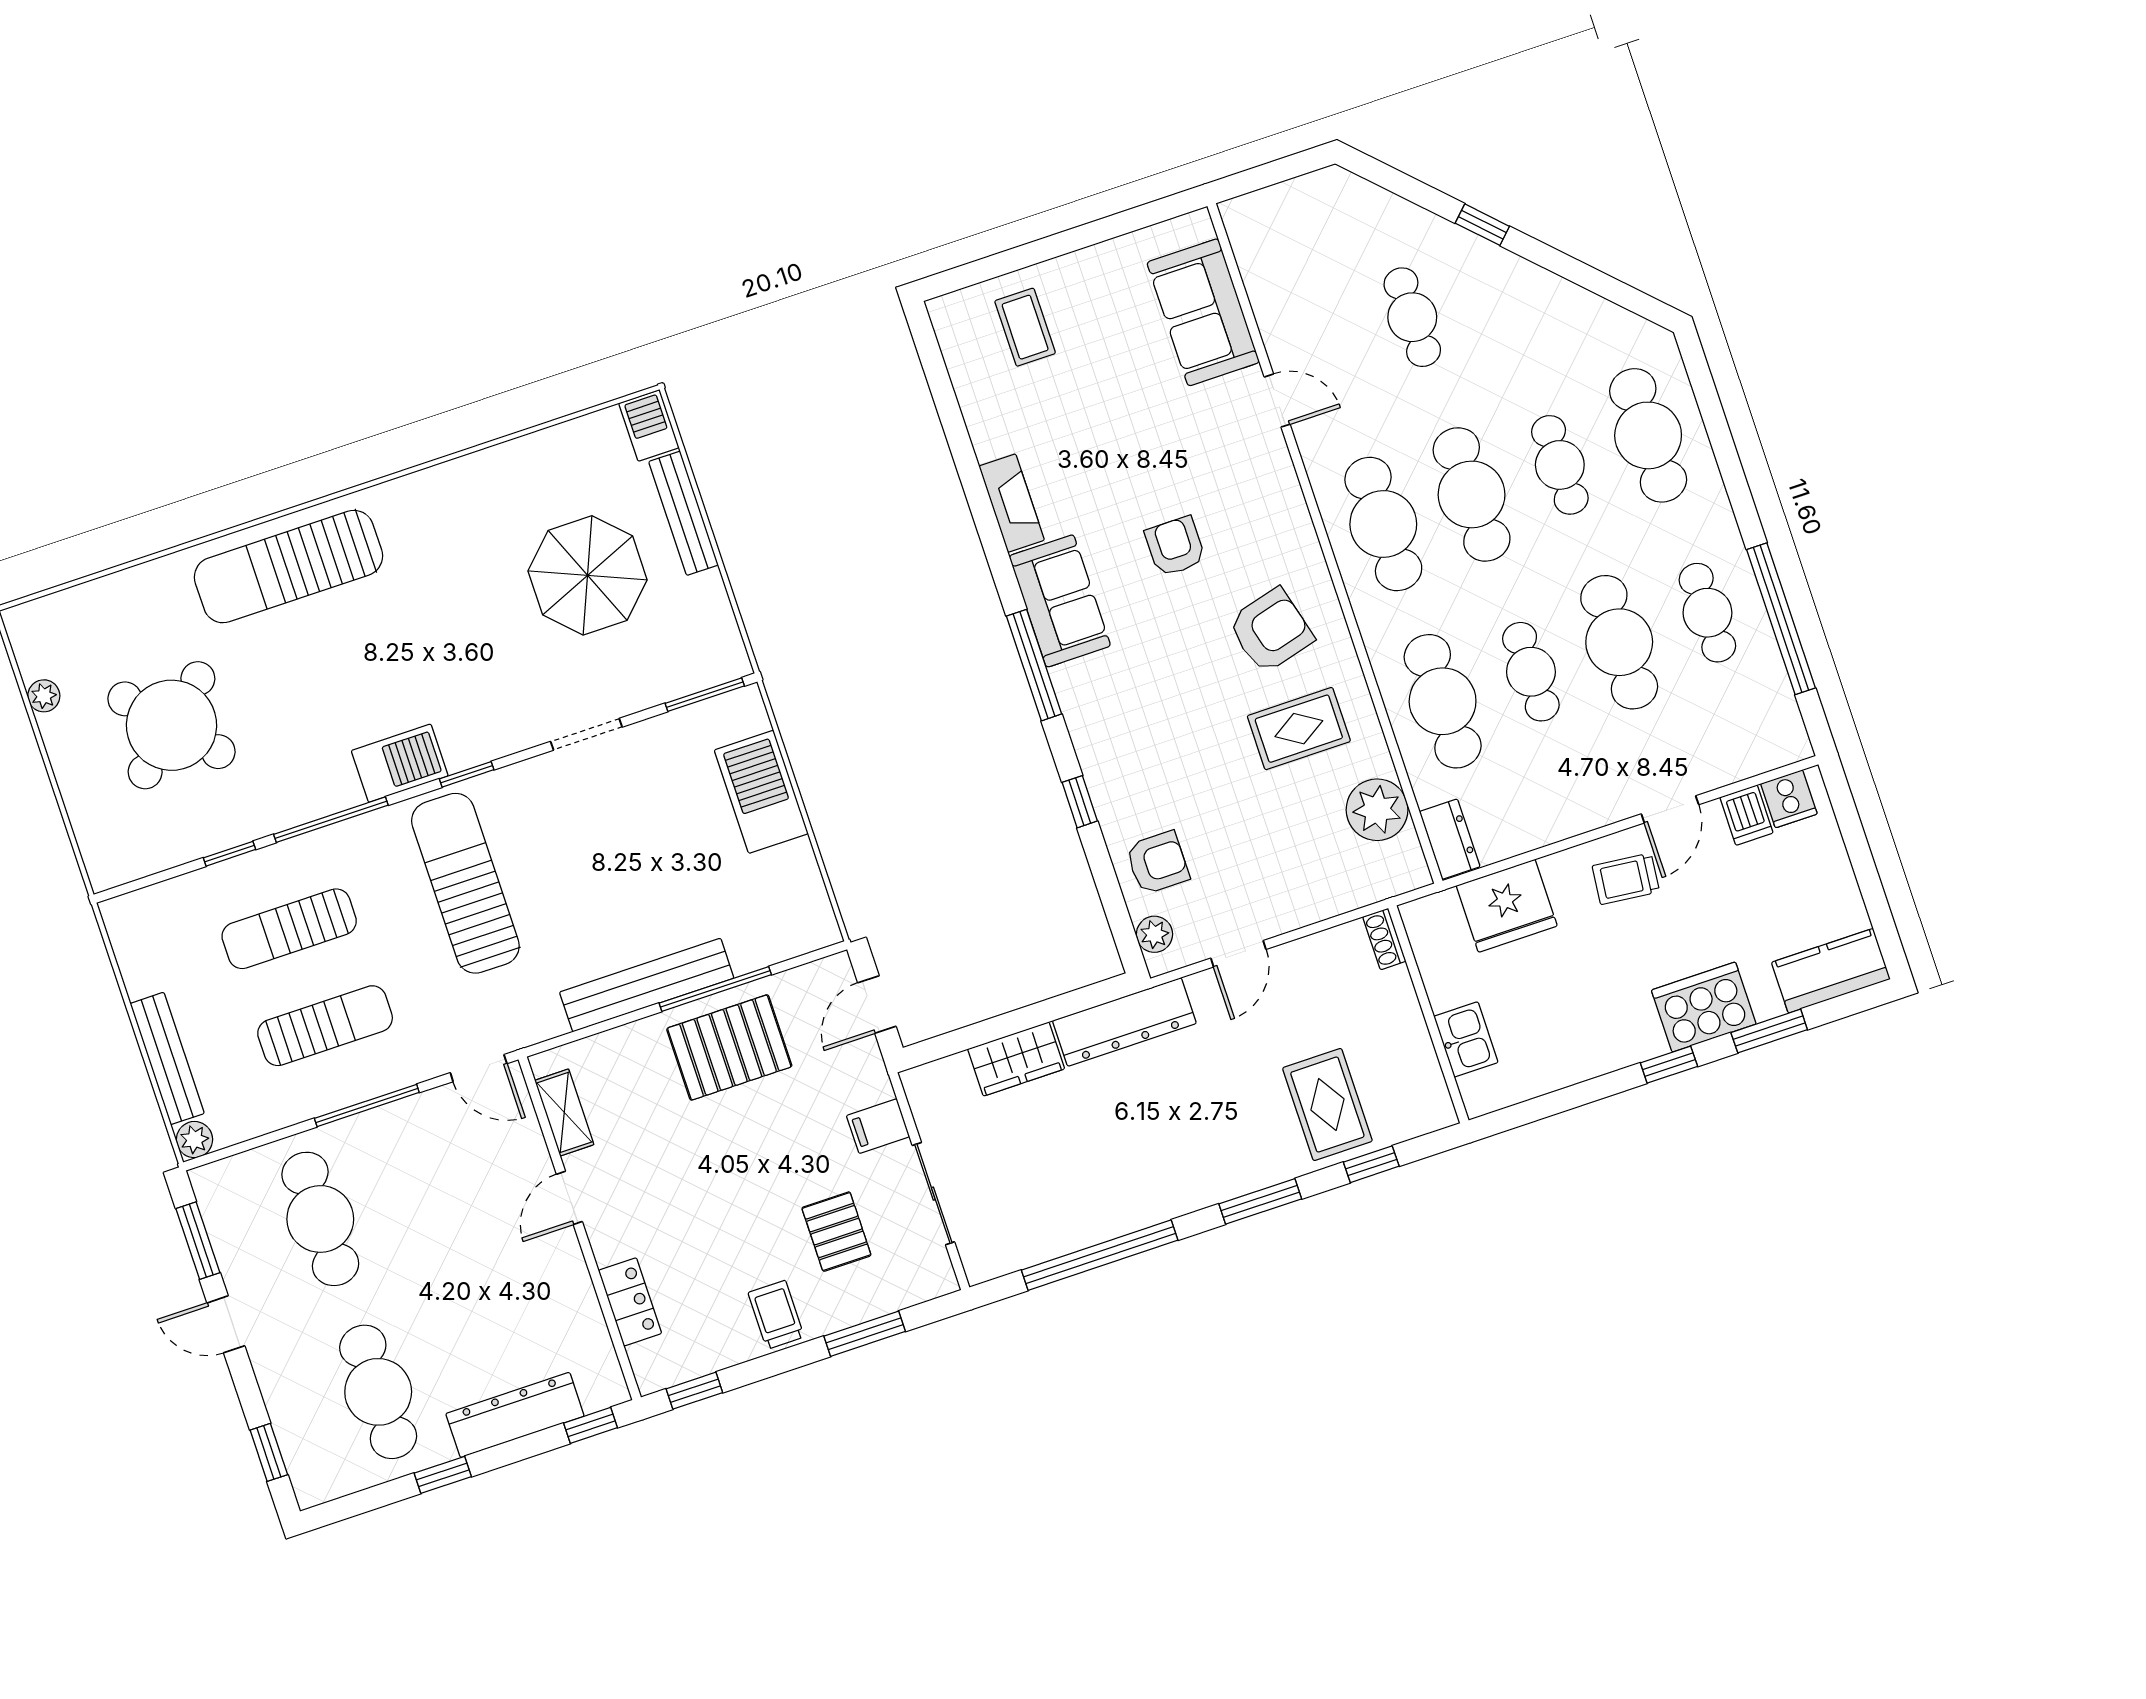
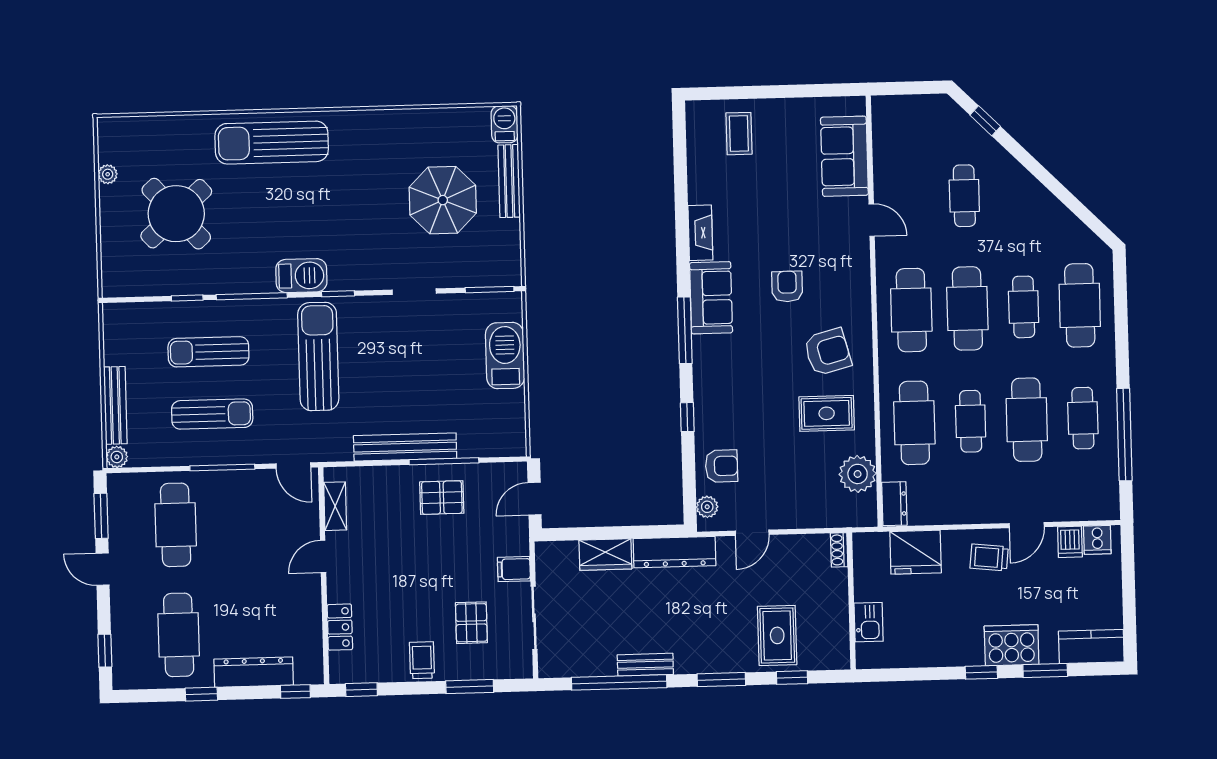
window: (1482, 225) -> (985, 121), moved
pallet: (729, 1047) -> (442, 498), width x0.67, depth x0.71
bench: (1132, 1214) -> (645, 665), added

